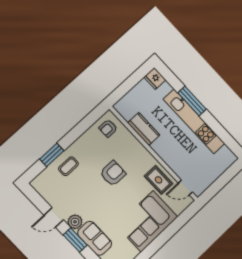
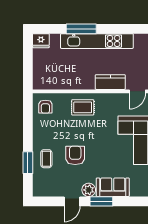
kitchen counter: (144, 129) -> (110, 82), moved
armchair: (113, 173) -> (75, 155), moved
rug: (159, 180) -> (83, 107), moved

